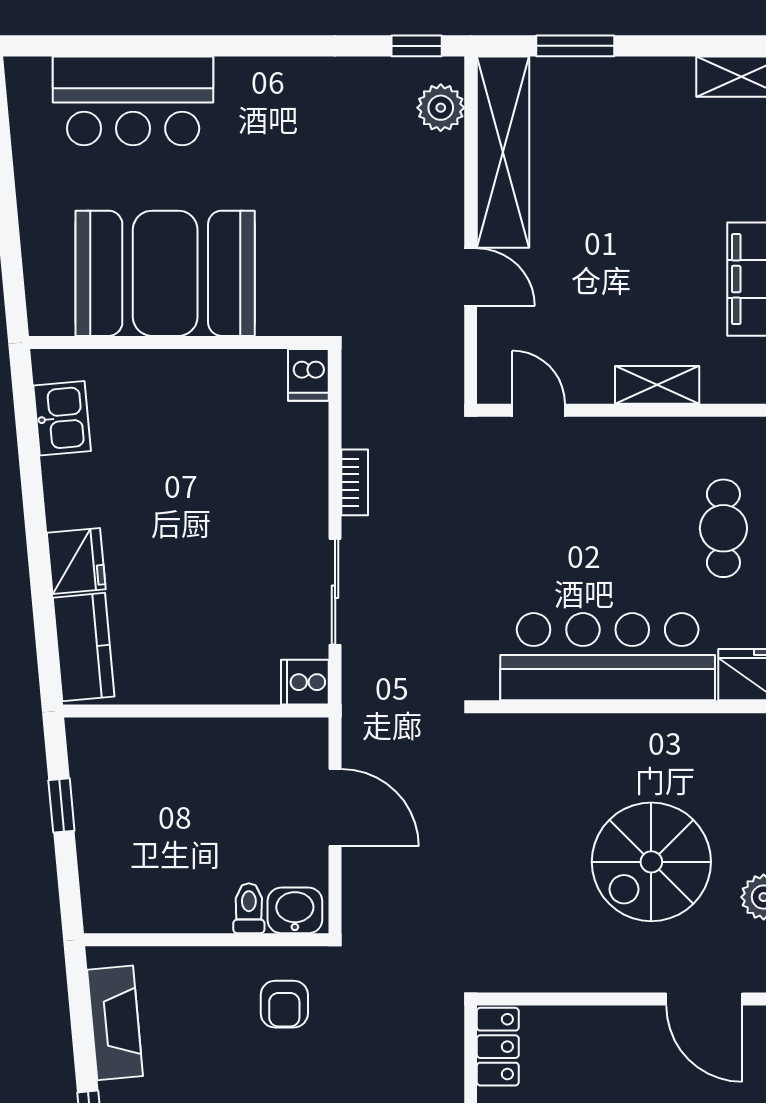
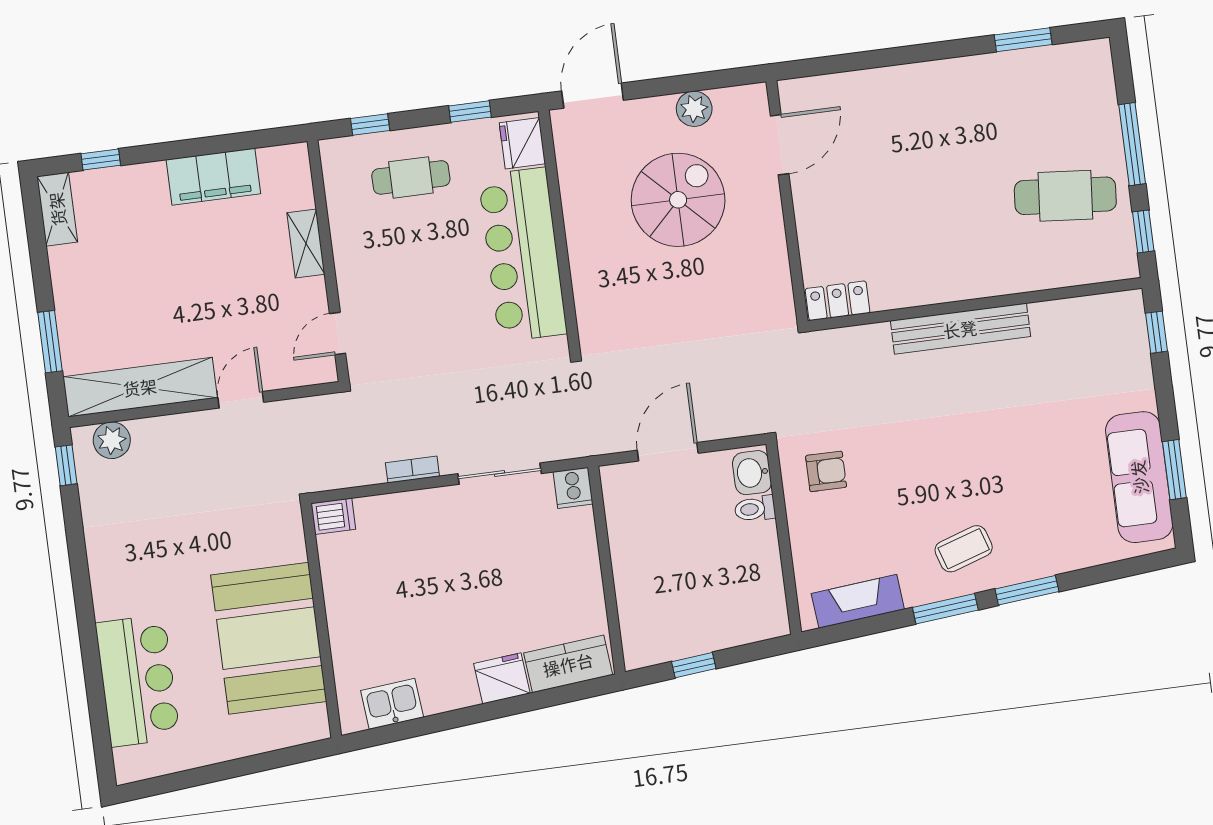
spiral stairs: (651, 862) -> (678, 200), turned -90

